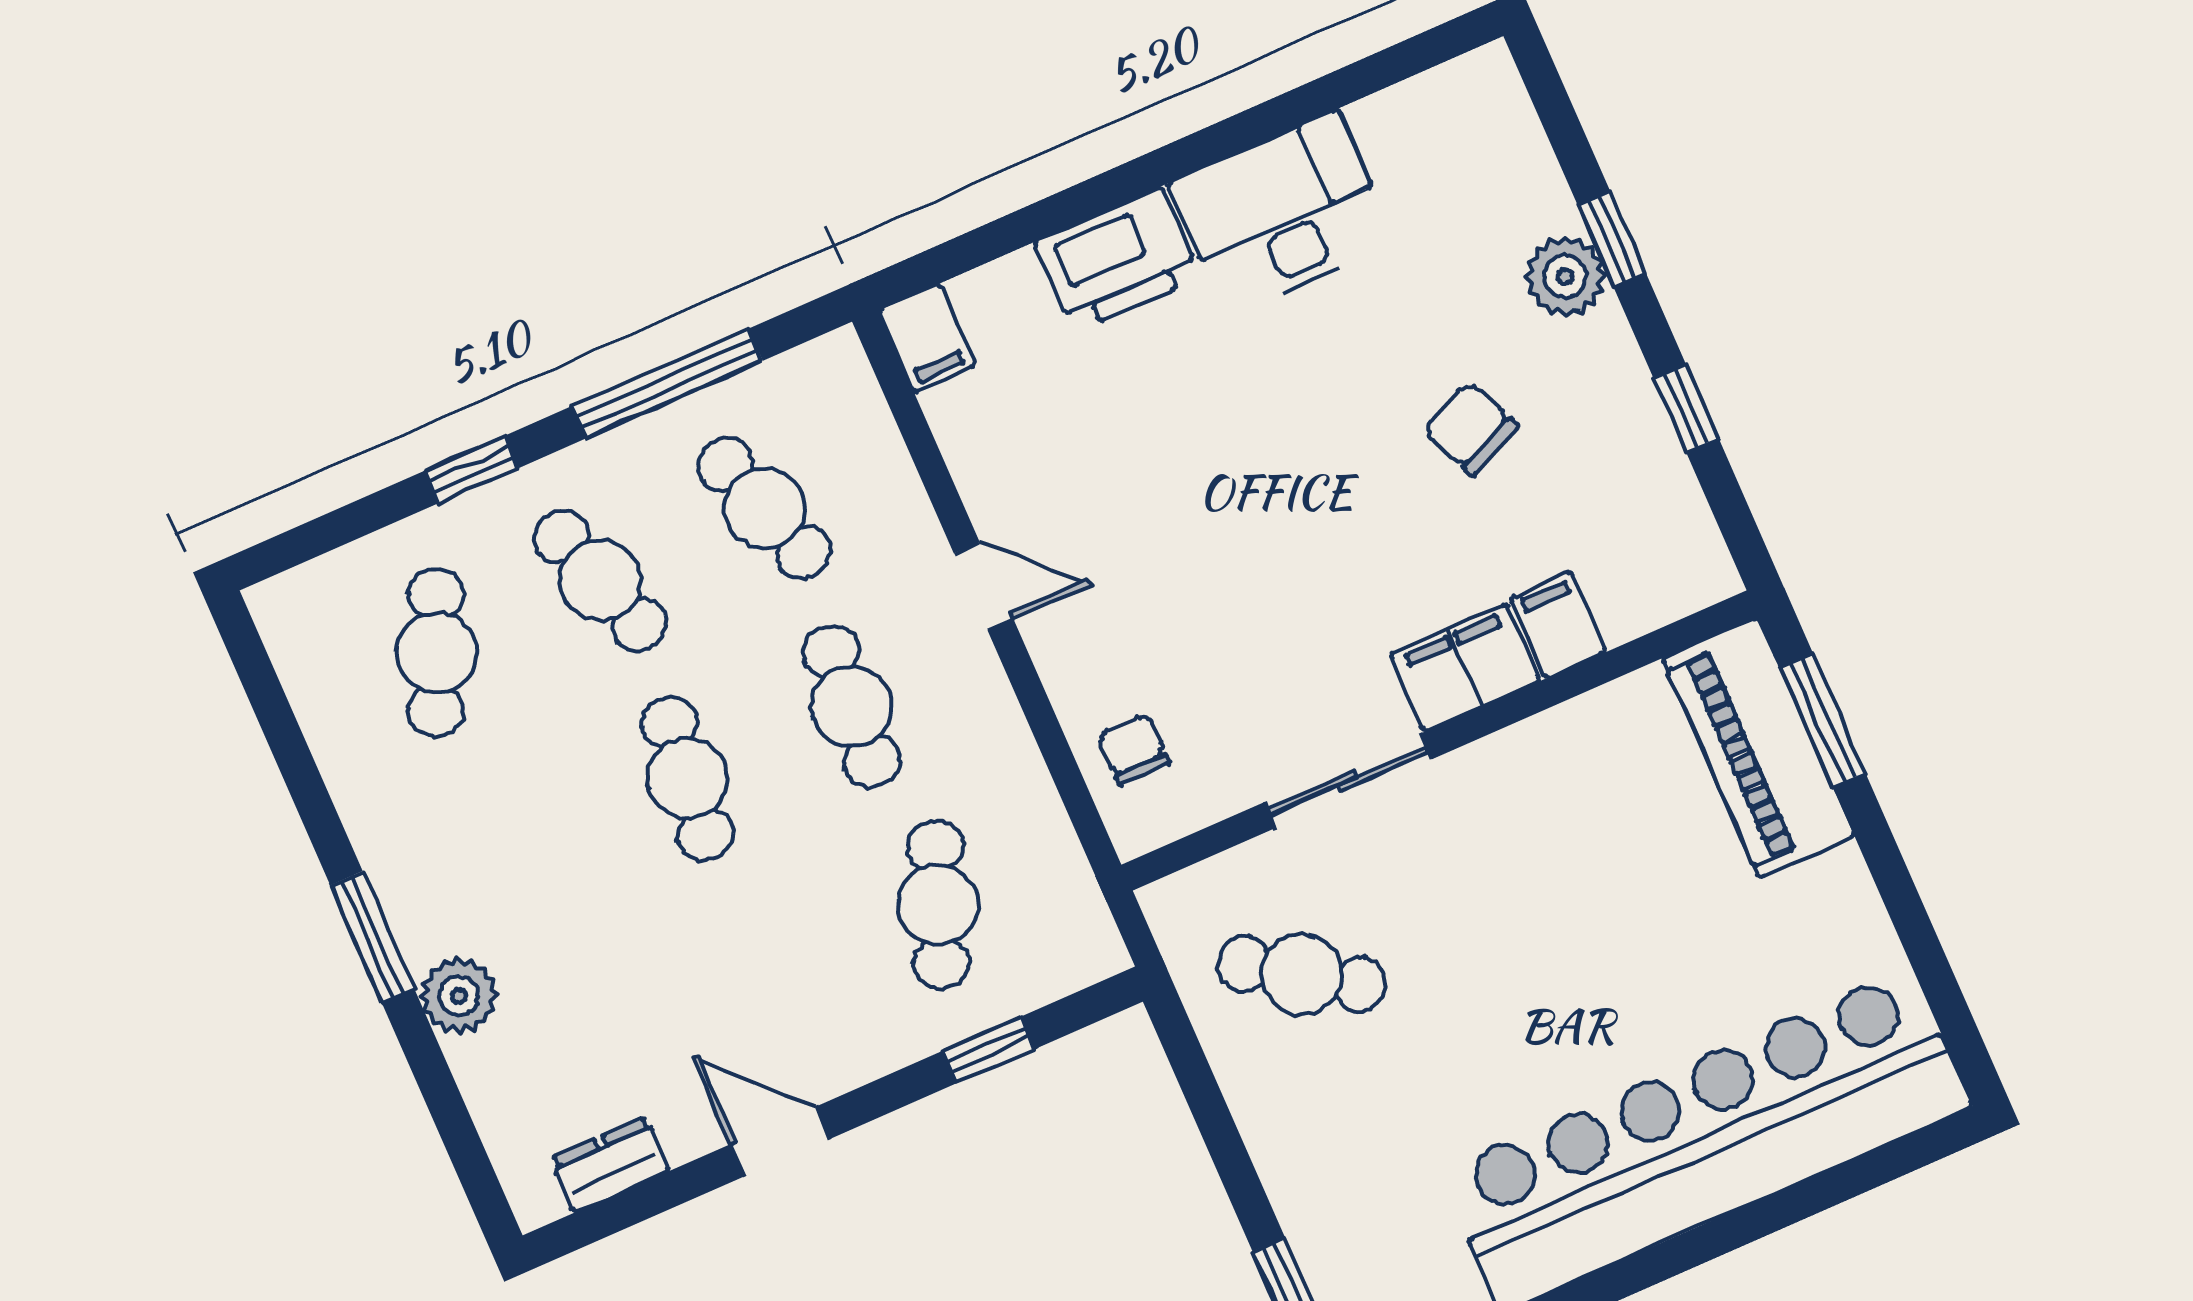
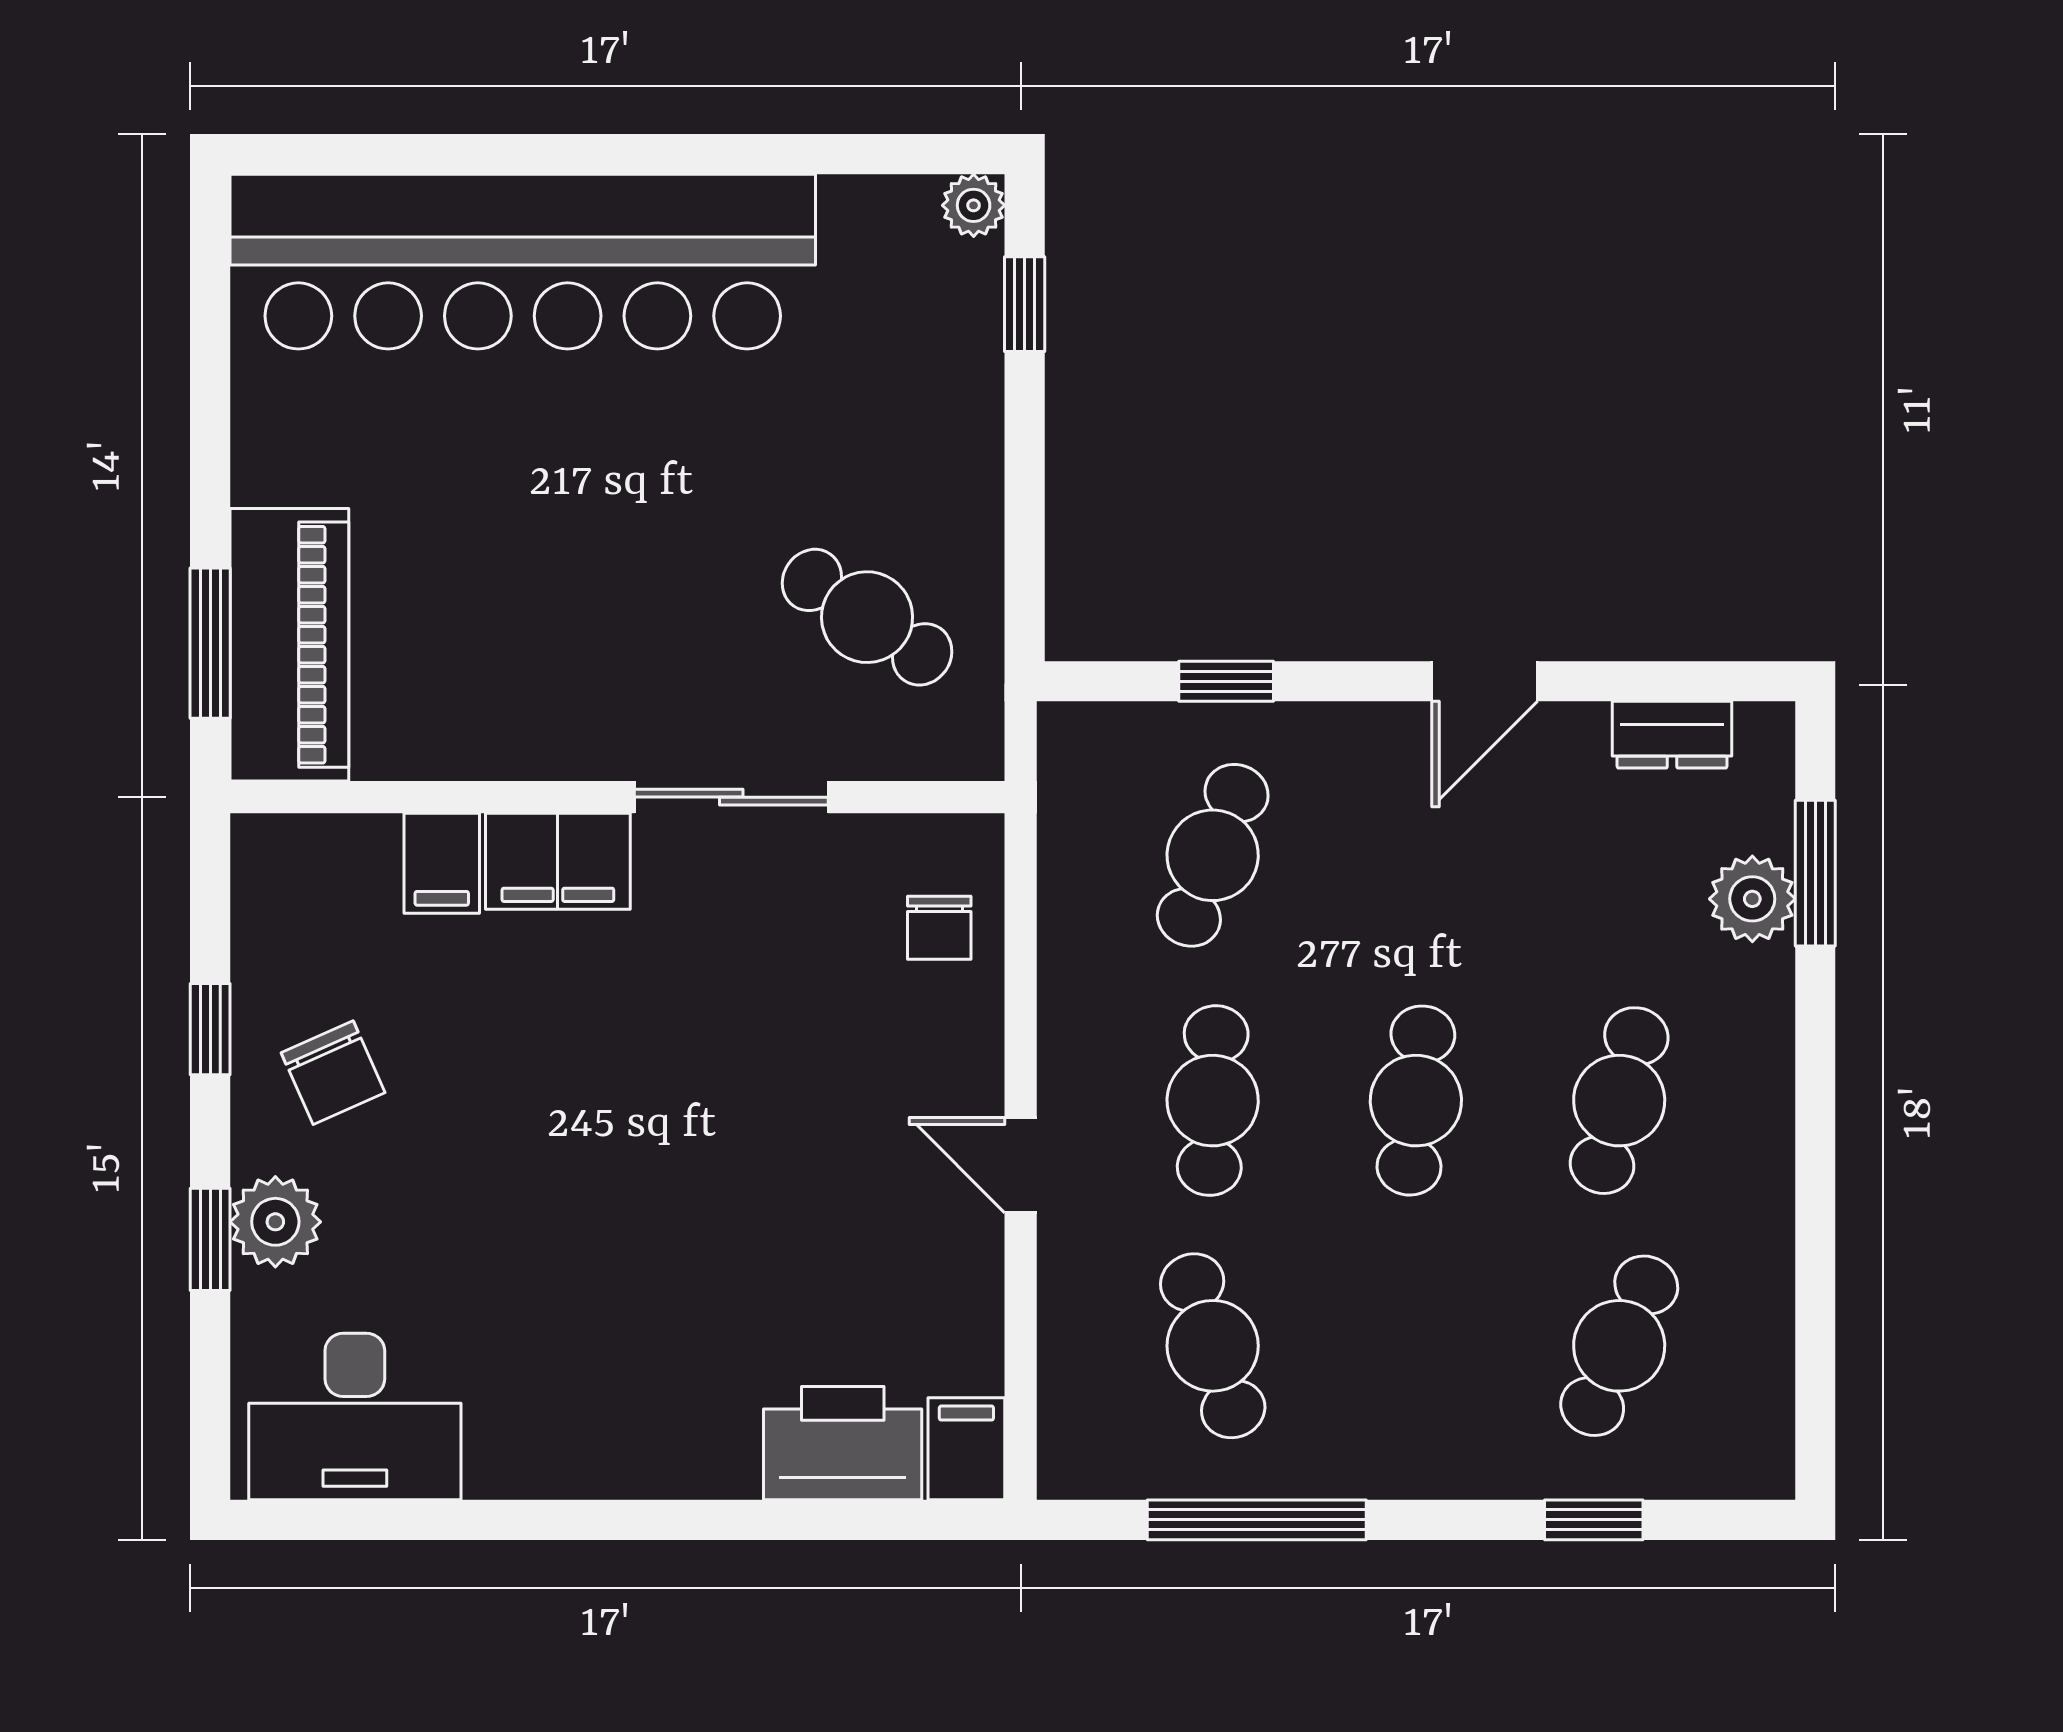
desk: (1282, 213) -> (355, 1416), moved
printer: (1118, 260) -> (843, 1443), moved
chair: (1471, 429) -> (333, 1073), moved
window: (472, 469) -> (1594, 1520), moved
cafe table: (600, 580) -> (1619, 1101), moved, turned 33
window: (372, 937) -> (1815, 873), moved
plant: (459, 996) -> (1752, 899), moved
door: (780, 1141) -> (1485, 681), hinge flipped

